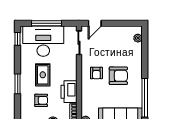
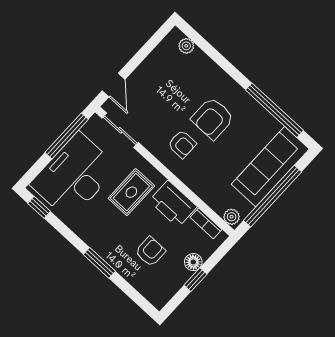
window: (46, 23) -> (67, 136), moved
rug: (43, 75) -> (131, 192), moved, turned 90
armchair: (118, 76) -> (213, 118), turned 180

